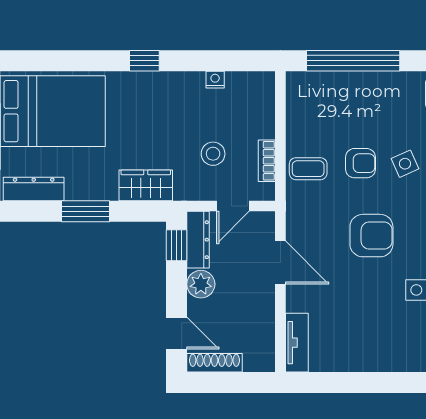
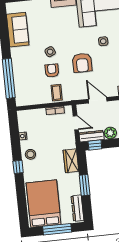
stool: (213, 154) -> (30, 154), moved
armchair: (371, 236) -> (82, 63), turned 180
door: (280, 263) -> (98, 100), hinge flipped

